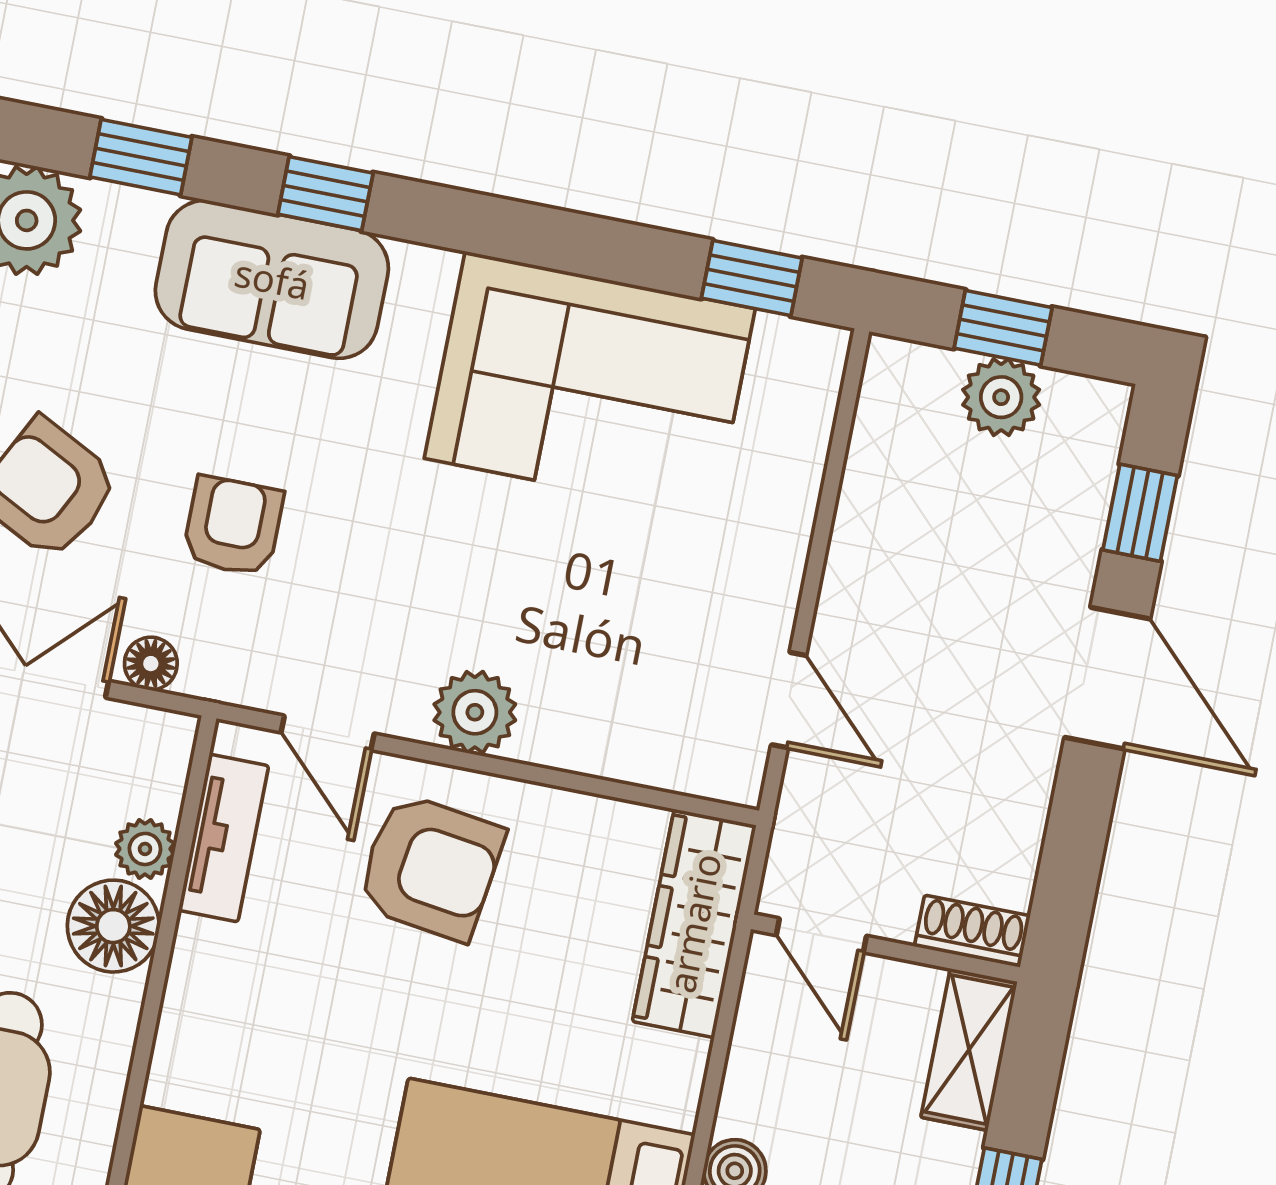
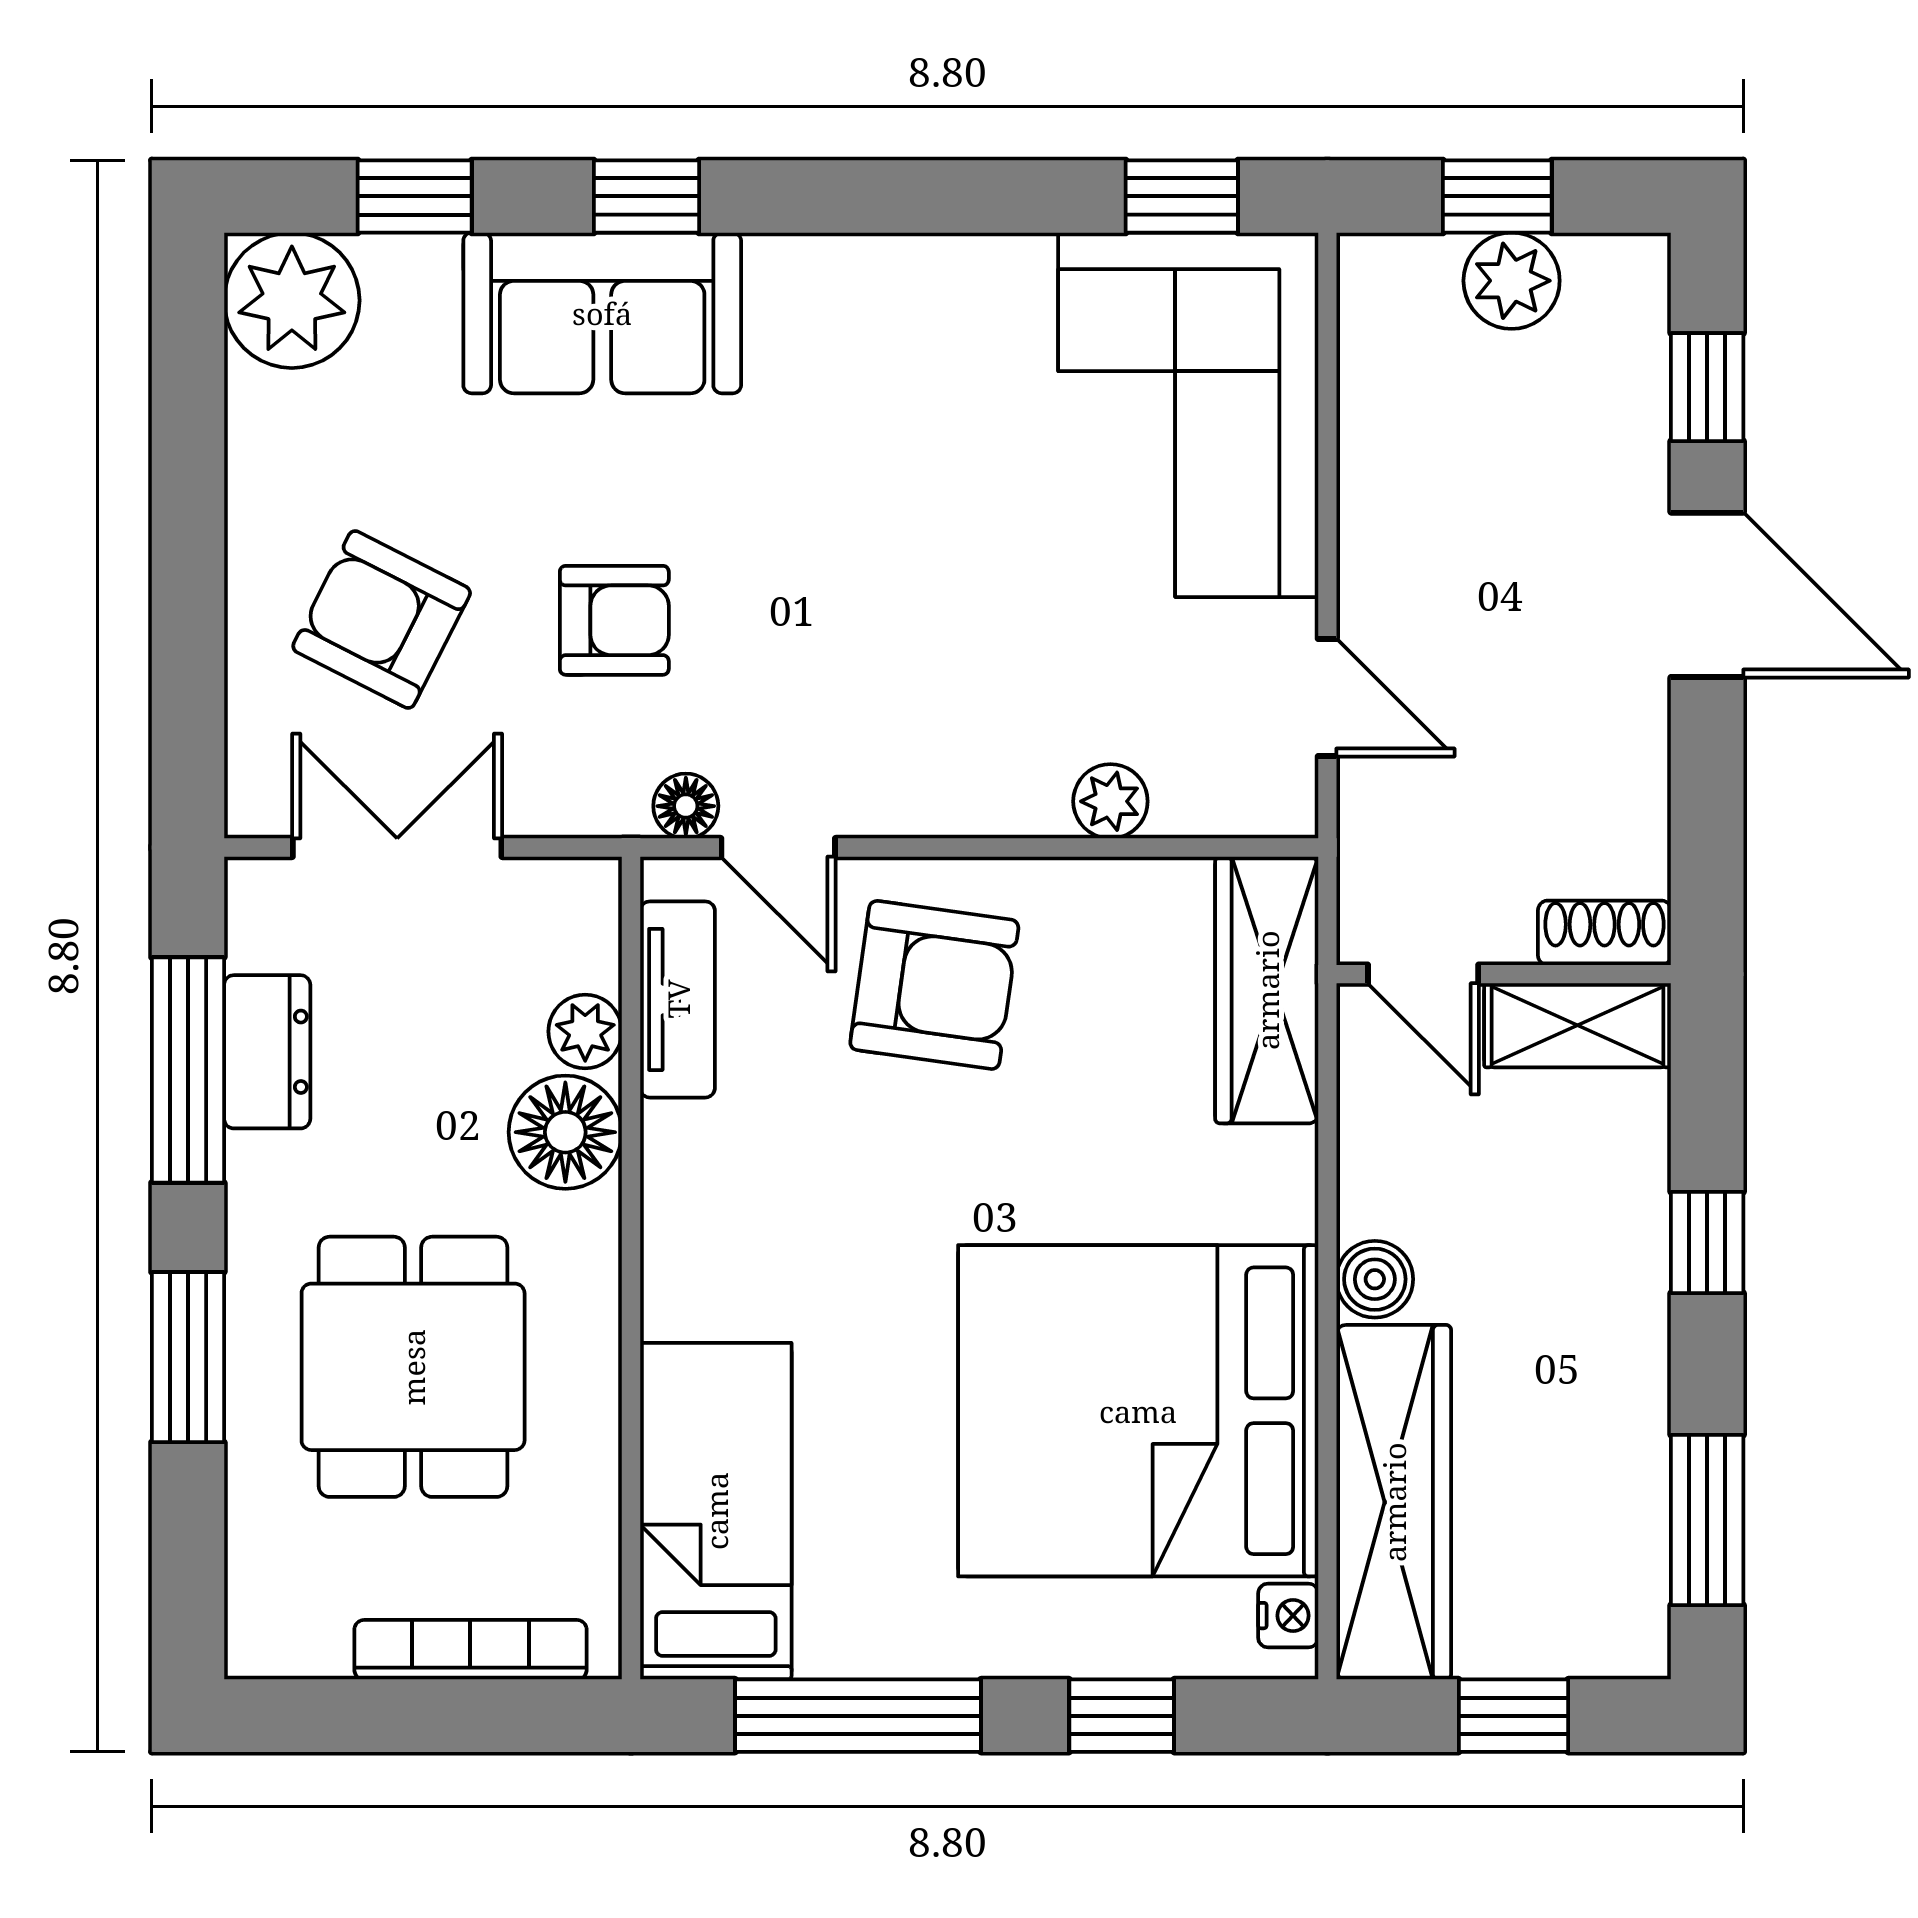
corner sofa: (590, 384) -> (1188, 415), moved, turned 90
armchair: (233, 526) -> (614, 620), turned 90
floor lamp: (151, 664) -> (686, 806), moved
plant: (475, 712) -> (1110, 801), moved, width x0.73, depth x0.73
shelving: (969, 1050) -> (1577, 1025), moved, turned 90

